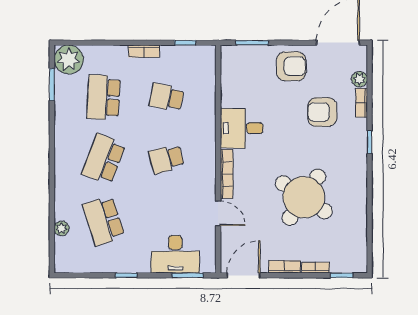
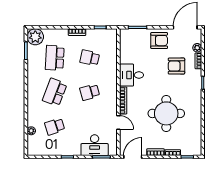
round table: (304, 197) -> (166, 113), turned -34
school desk: (104, 221) -> (55, 127), width x0.54

